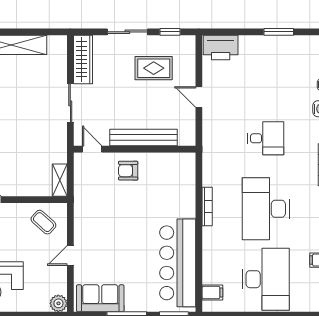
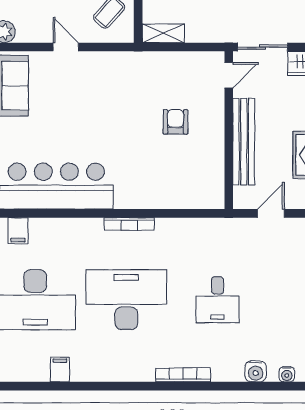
bench: (143, 137) -> (244, 142), moved
door: (92, 149) -> (229, 75), moved
wall: (135, 149) -> (229, 130), moved

